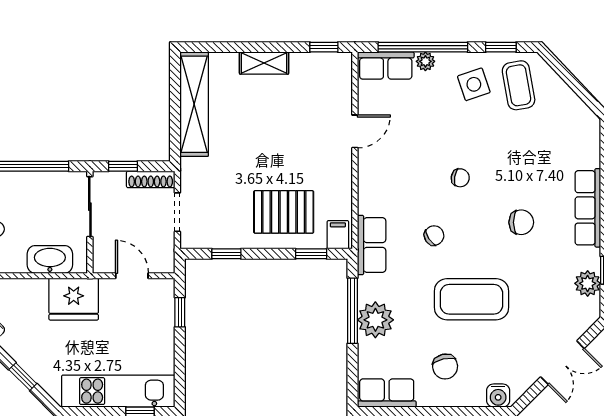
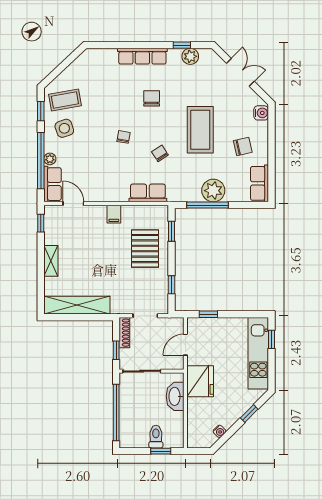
door: (355, 131) -> (73, 204), moved
filing cabinet: (338, 235) -> (114, 214), moved, turned -90
row of seats: (372, 245) -> (148, 193), moved

